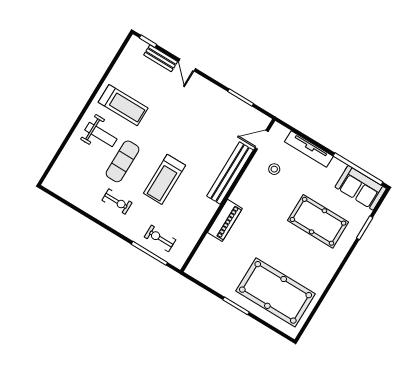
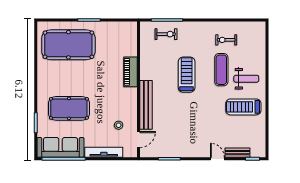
weight bench: (101, 134) -> (246, 79), turned 180
sofa: (361, 188) -> (61, 147), width x1.36
exercise bike: (117, 201) -> (226, 40), moved

